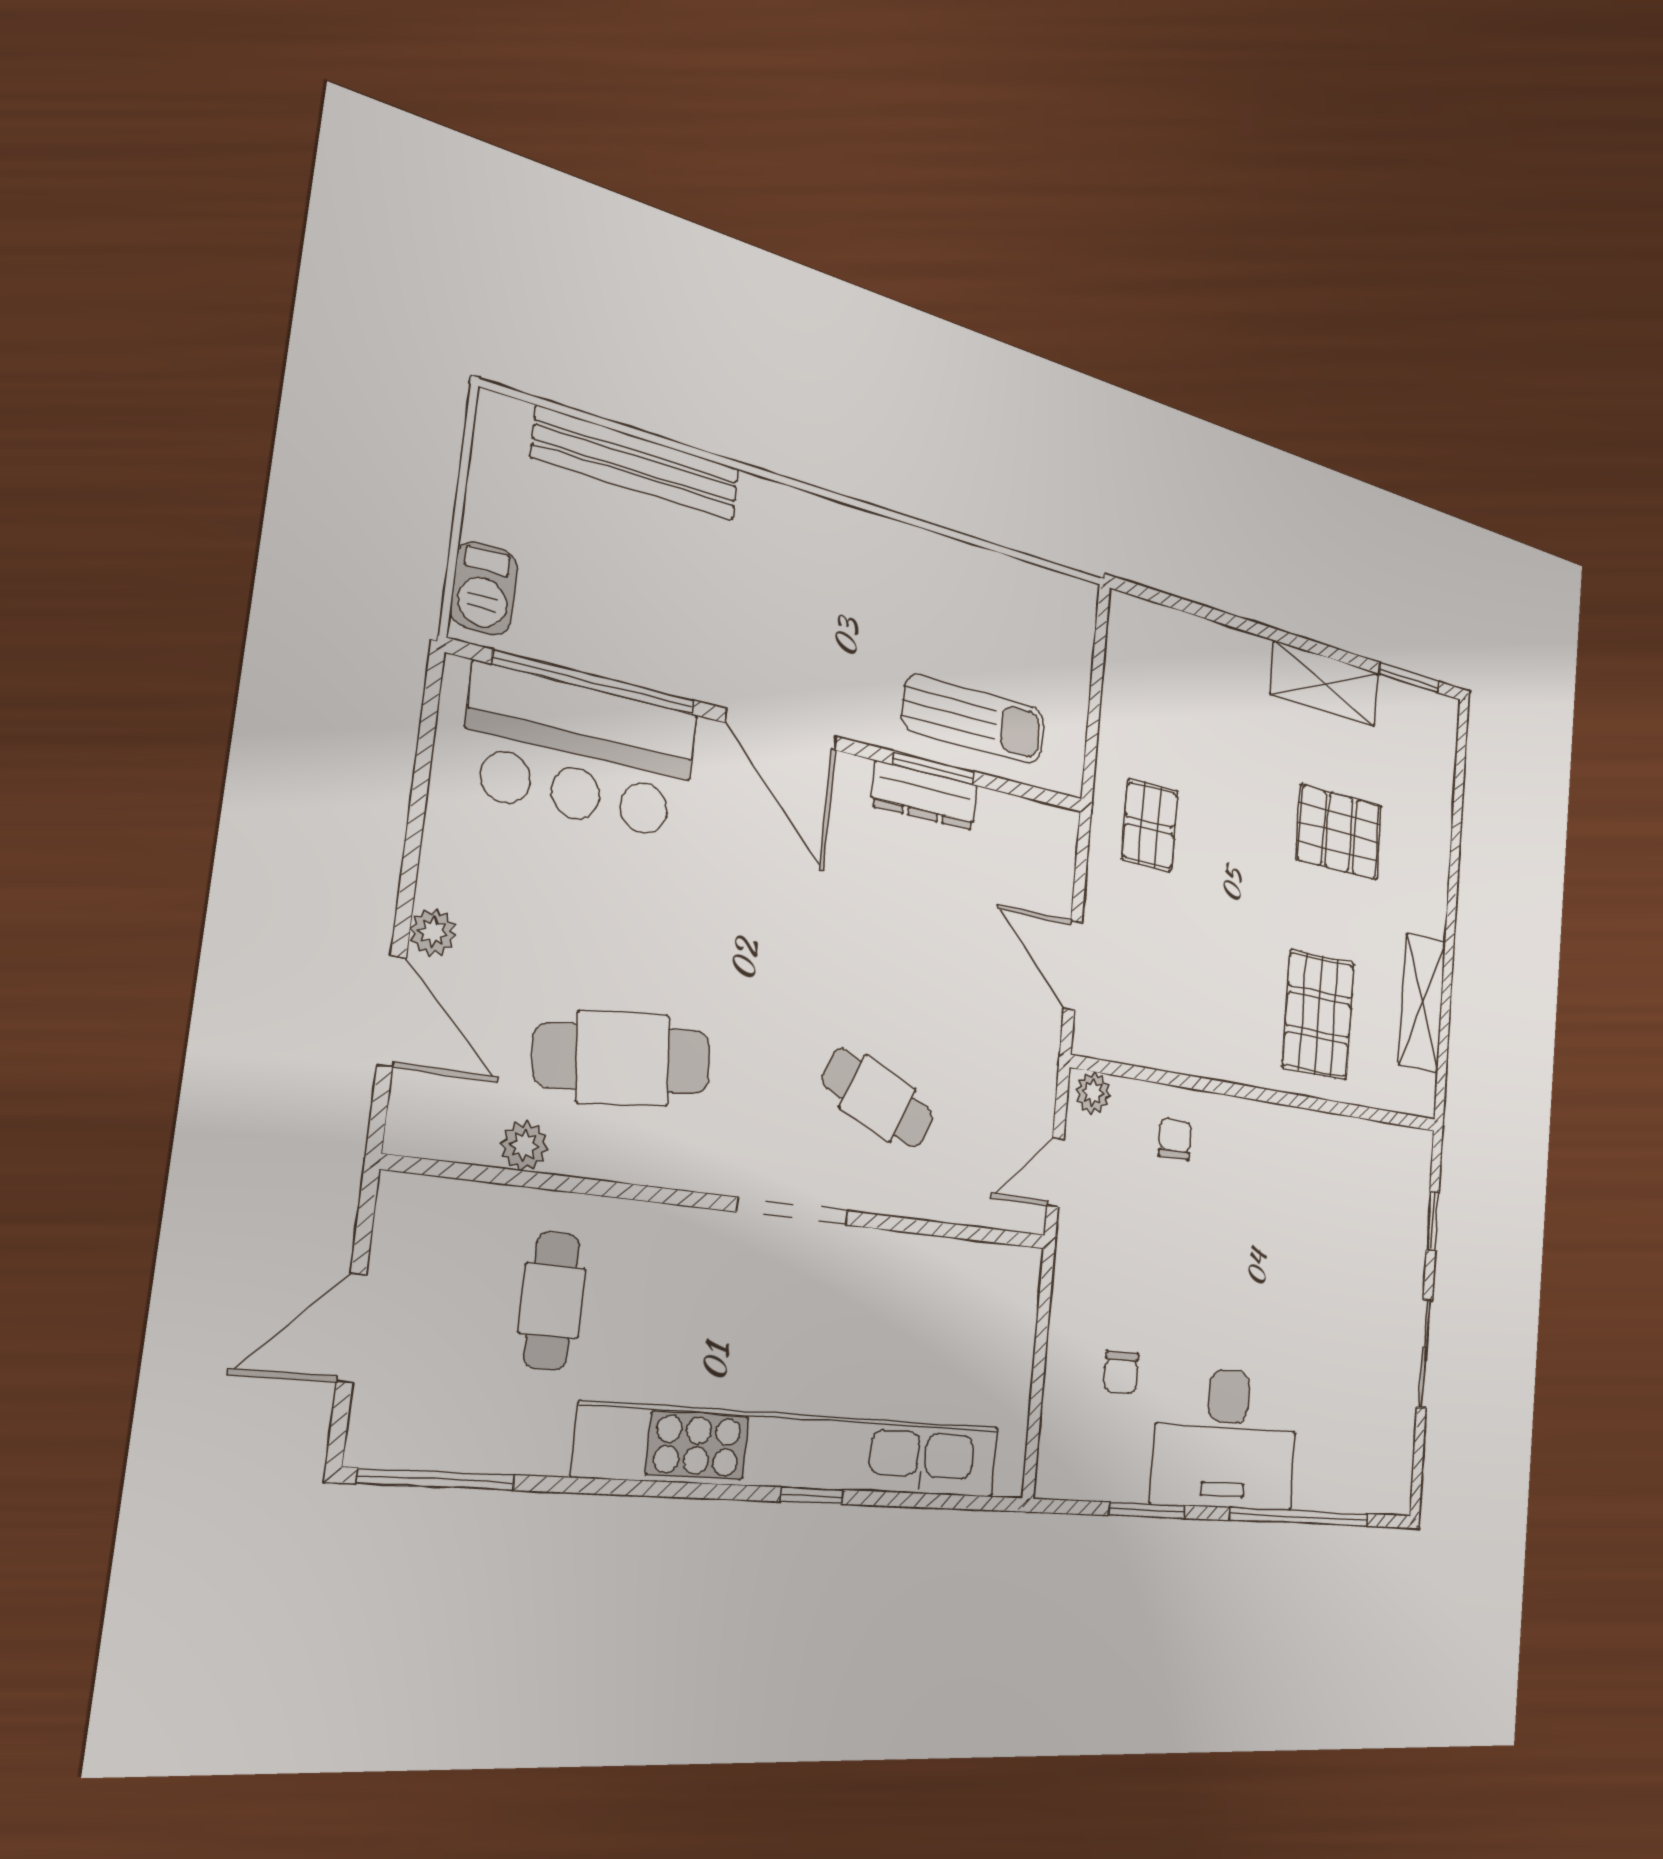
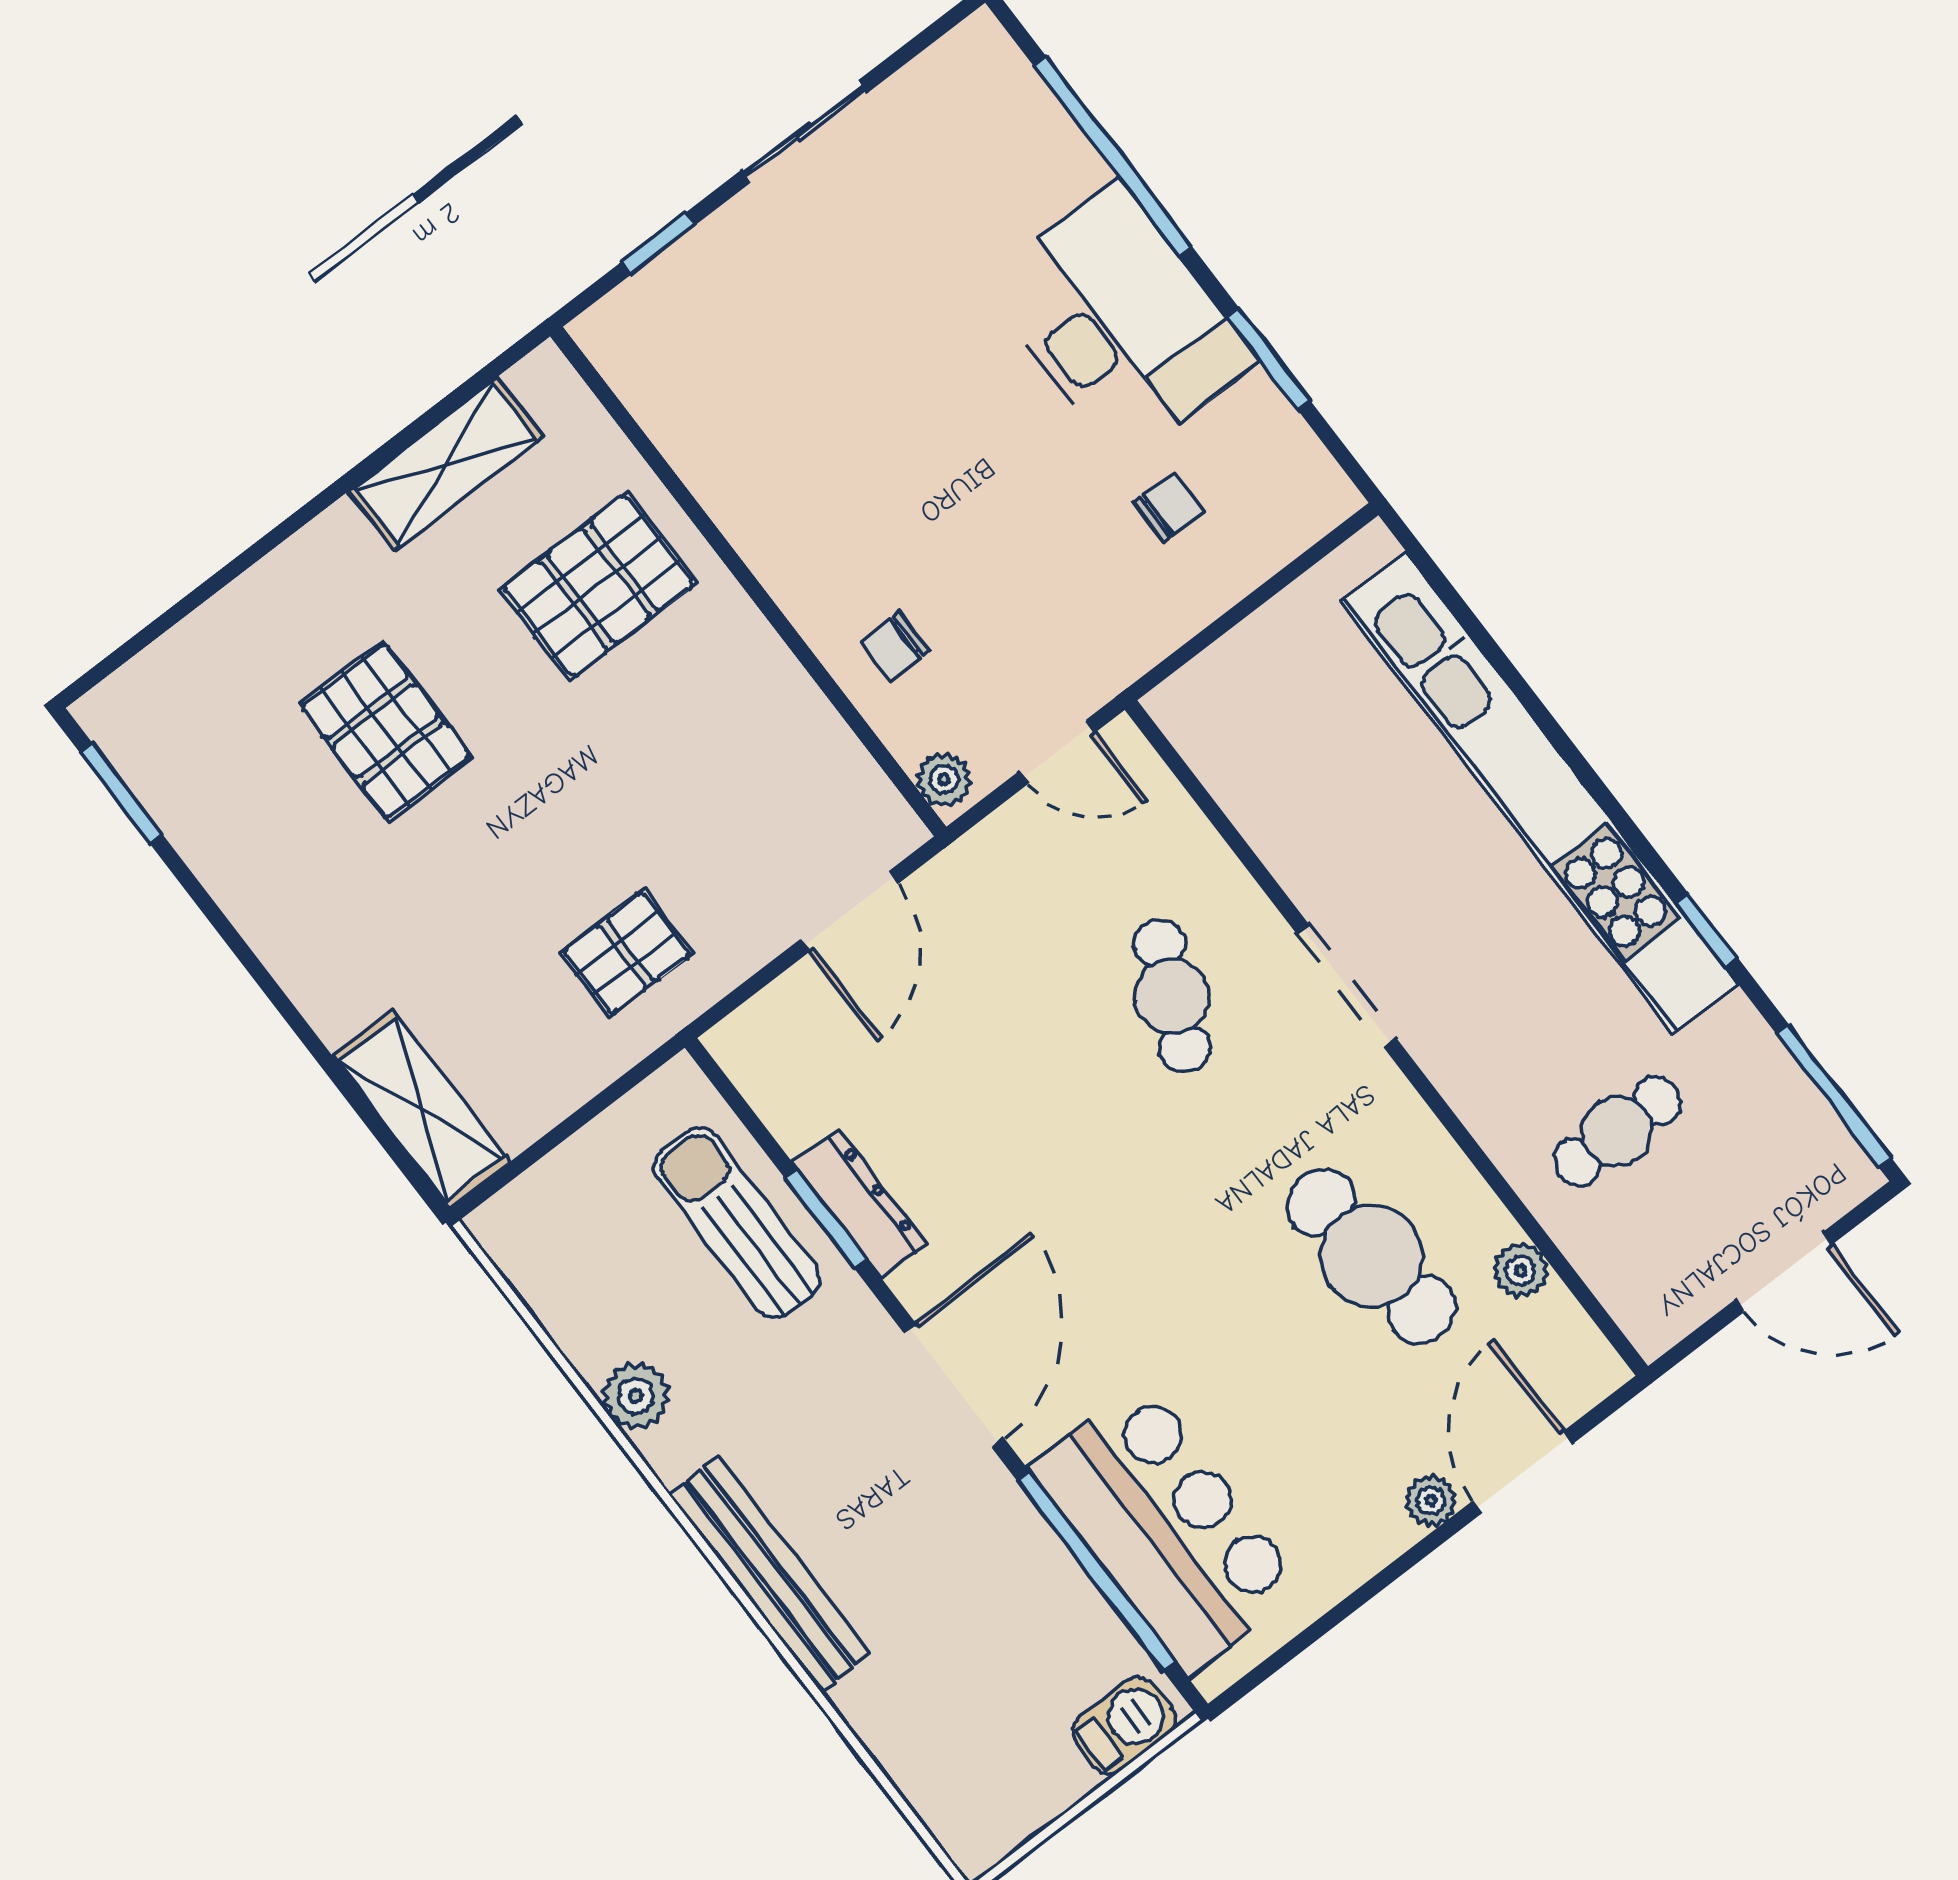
bench: (637, 464) -> (769, 1574), moved
plant: (936, 559) -> (636, 1396), added
shelving: (1325, 684) -> (421, 1109), moved
window: (812, 1496) -> (1707, 930), moved

